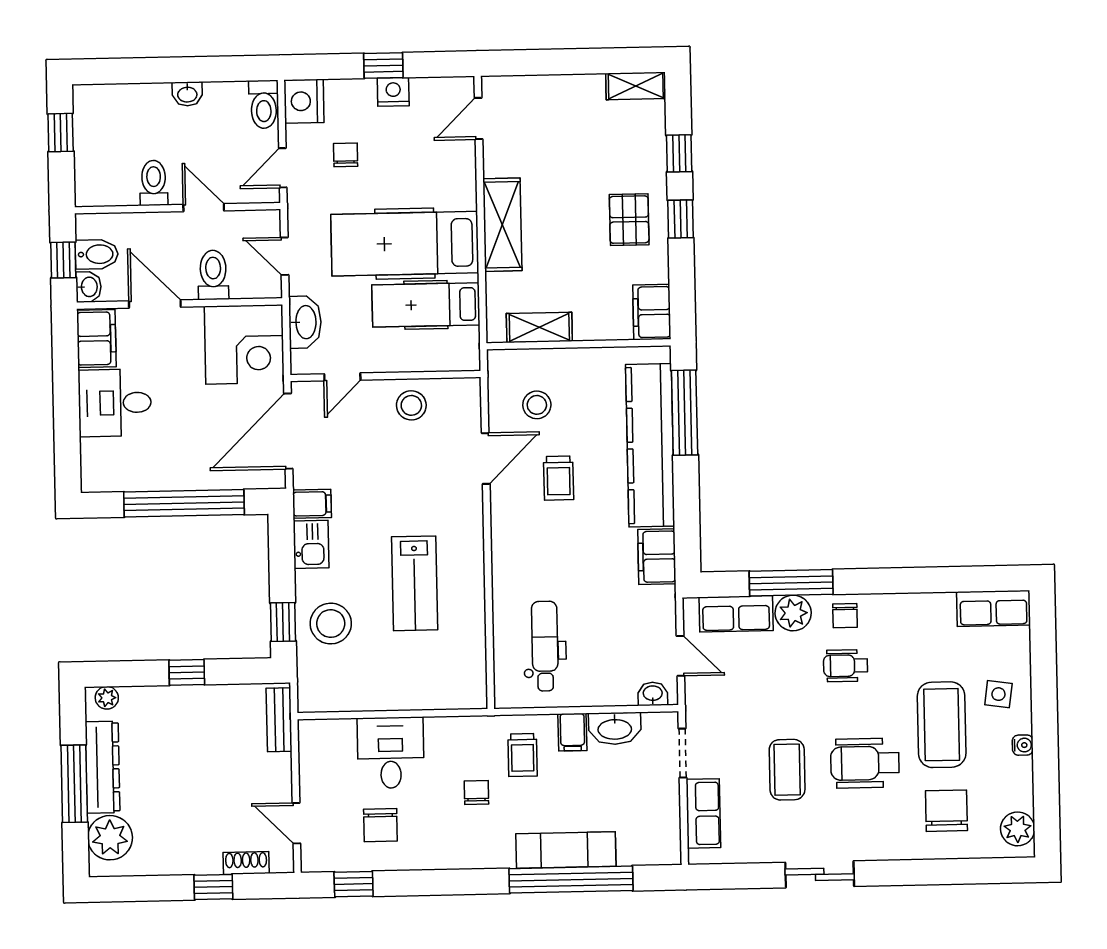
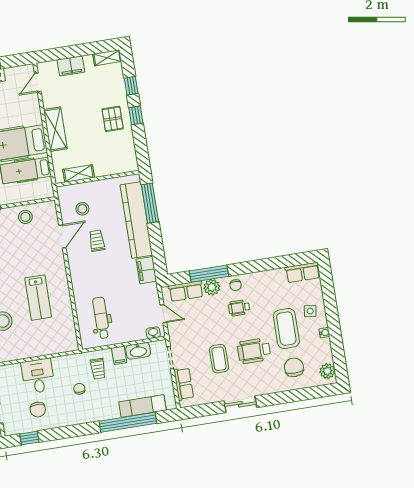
filing cabinet: (652, 312) -> (71, 66), moved, turned -90
trolley: (559, 478) -> (97, 241), turned 180
exam couch: (566, 850) -> (142, 406), moved

